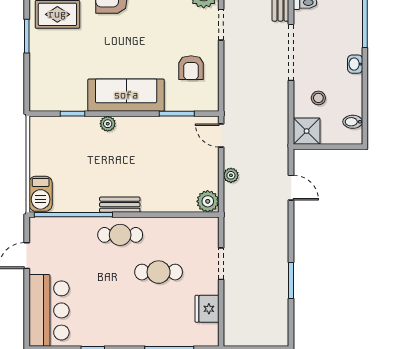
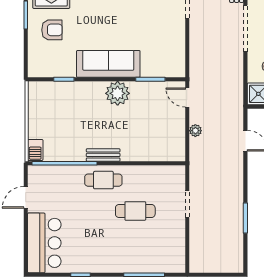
armchair: (191, 68) -> (52, 30), moved, turned -90
plant: (108, 124) -> (118, 93), moved, width x1.88, depth x1.88
barbecue: (41, 194) -> (35, 150), width x0.73, depth x0.79
plant: (208, 201) -> (176, 152), removed
fridge: (207, 309) -> (176, 241), removed

